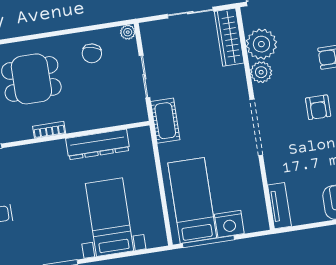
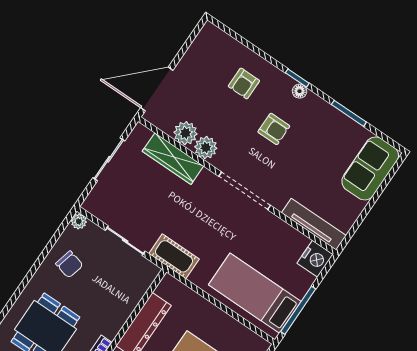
wardrobe: (229, 37) -> (173, 159), moved
plant: (261, 44) -> (185, 133), width x0.73, depth x0.73
tv unit: (279, 206) -> (314, 224), width x1.41
nightstand: (229, 224) -> (315, 259), moved

